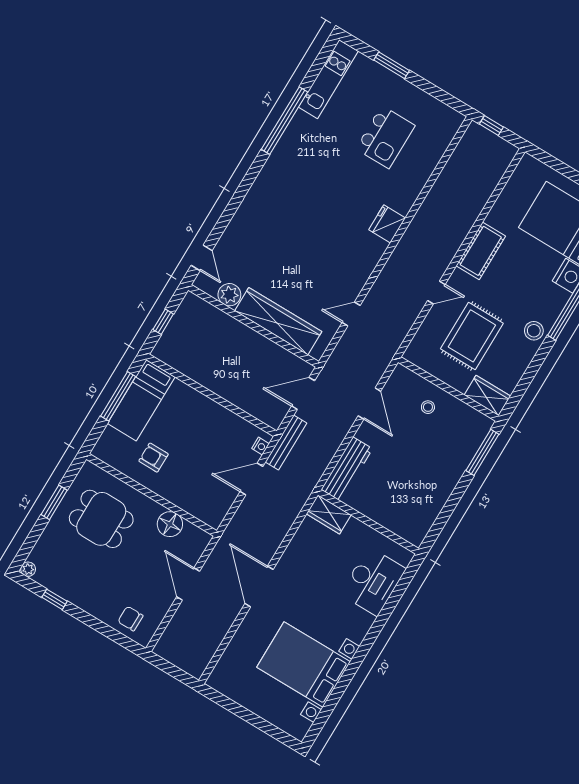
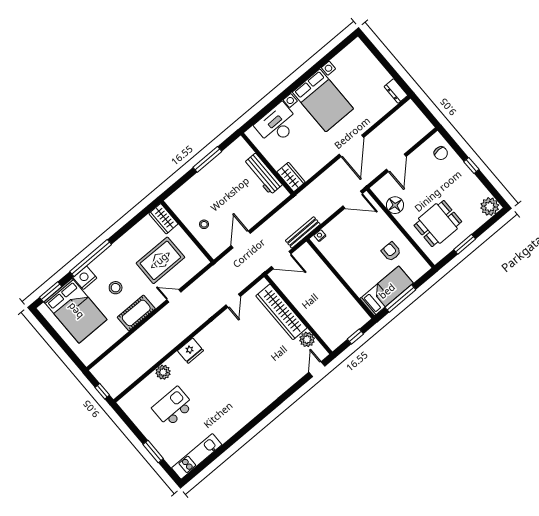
window: (284, 121) -> (234, 439), removed
plant: (415, 181) -> (163, 372), added
door: (351, 314) -> (233, 301), hinge flipped
stool: (534, 331) -> (116, 288), moved
window: (482, 452) -> (207, 159), moved
armchair: (154, 458) -> (391, 251), turned 180
workbench: (347, 469) -> (263, 174), moved, turned -90
door: (251, 479) -> (353, 200), moved
dining table: (101, 519) -> (438, 223), turned 90
plant: (28, 569) -> (490, 207), width x1.88, depth x1.88
window: (55, 599) -> (471, 166), moved
bed with nightstands: (304, 664) -> (323, 100), moved
dresser: (223, 684) -> (396, 91), added

